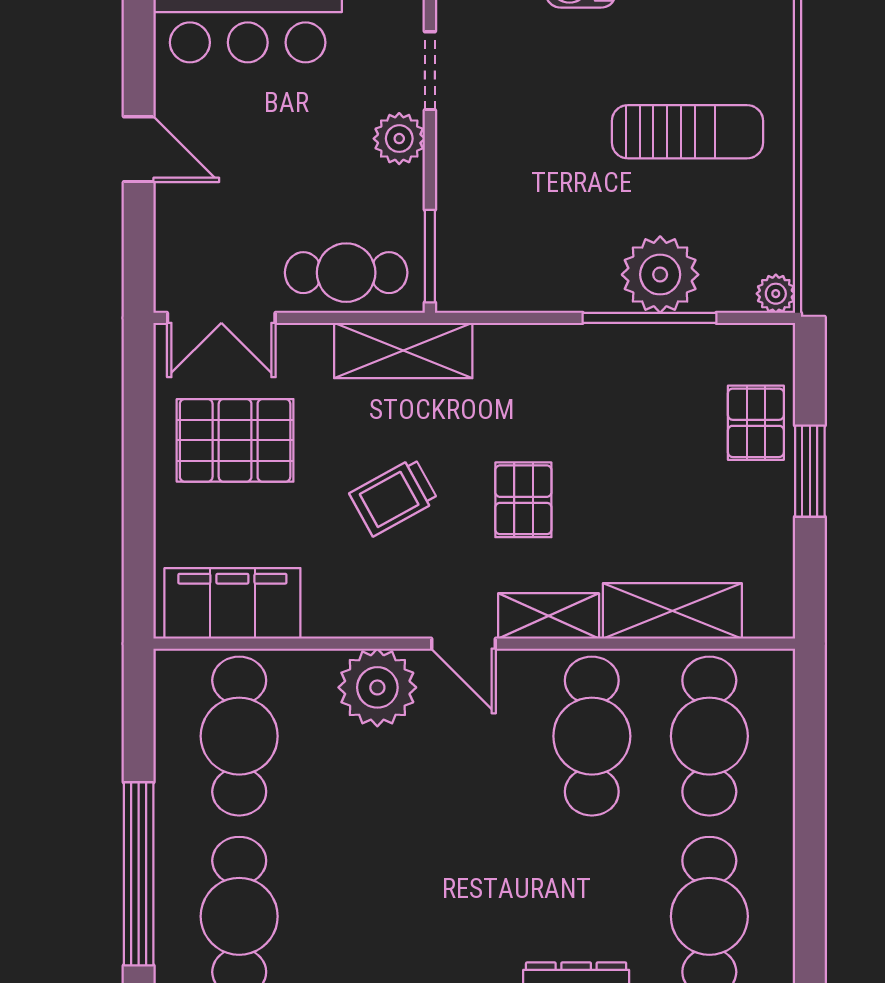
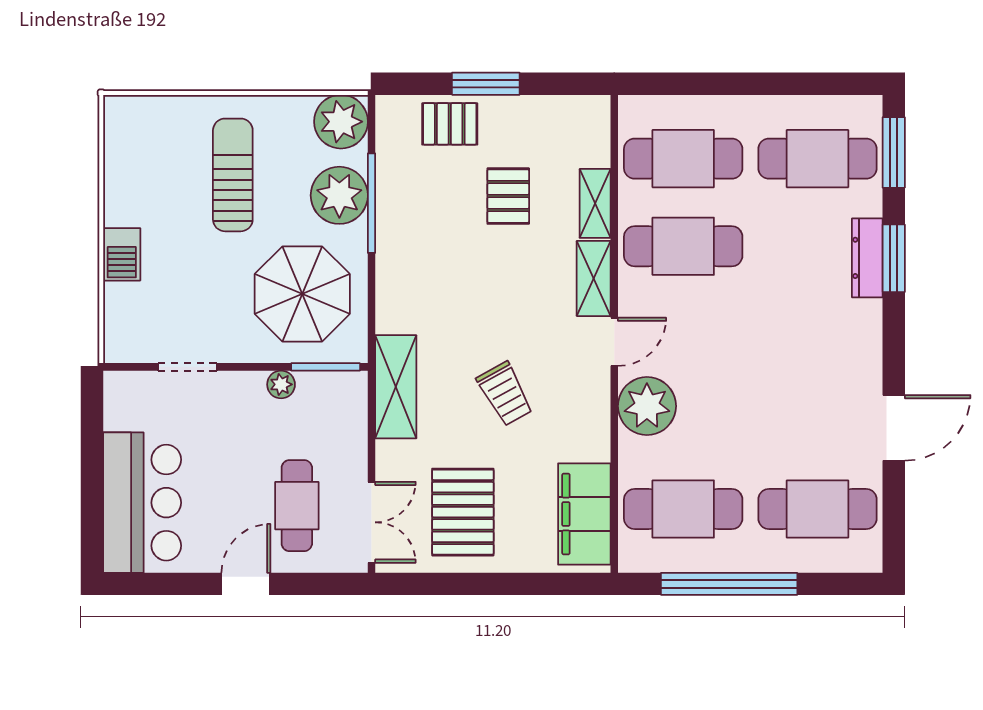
plant: (399, 139) -> (281, 384), moved, width x0.73, depth x0.73
parasol: (528, 225) -> (302, 294), added
cafe table: (346, 273) -> (297, 506), moved
plant: (776, 294) -> (341, 122), width x1.87, depth x1.87
pallet: (523, 500) -> (508, 196), moved, turned 90
shelving: (672, 611) -> (595, 203), width x0.67, depth x0.75
window: (139, 874) -> (729, 584), moved

